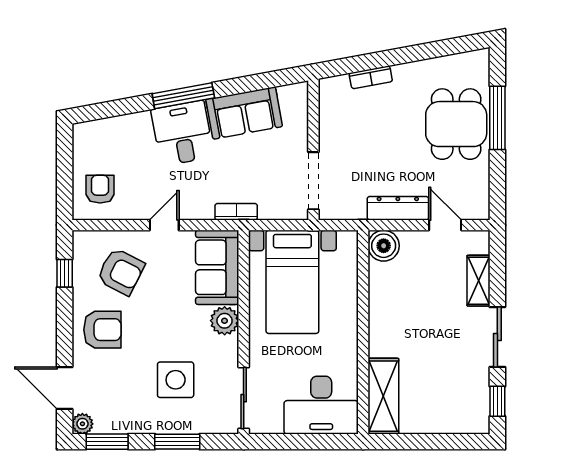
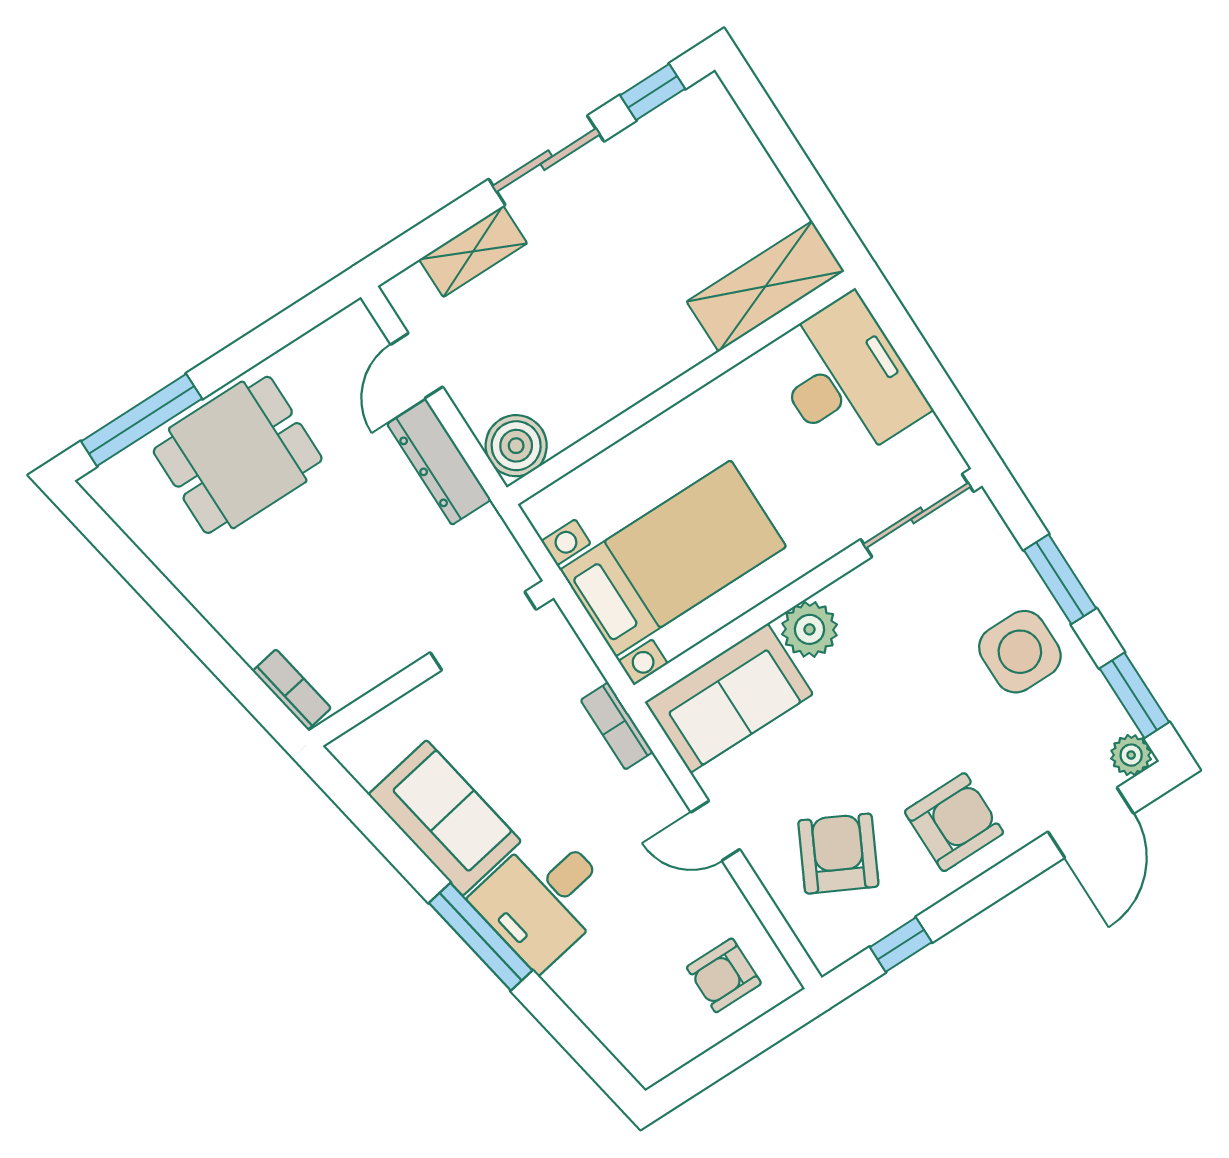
bookcase: (371, 77) -> (292, 690), moved
window: (497, 118) -> (142, 420), moved
armchair: (102, 330) -> (954, 822), turned 90
side table: (176, 380) -> (1020, 652), moved

